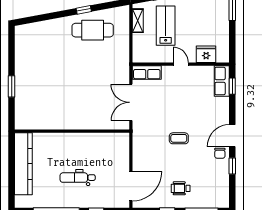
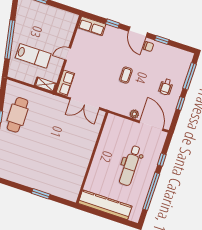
shelving: (138, 21) -> (46, 84), moved
lab bench: (166, 26) -> (33, 56), turned 180
fridge: (206, 54) -> (67, 31), removed
window: (232, 86) -> (113, 24), moved
plant: (138, 163) -> (134, 114), added
dental chair: (78, 178) -> (130, 166), width x1.36, depth x1.38

